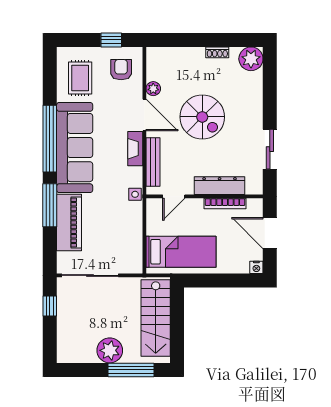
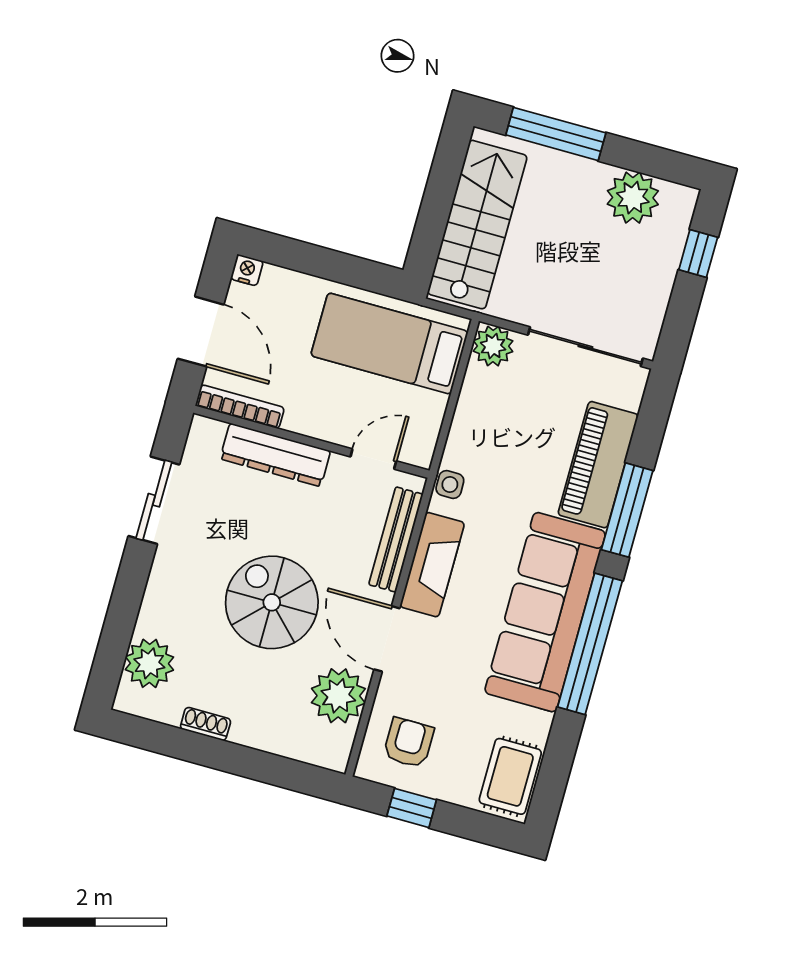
plant: (251, 59) -> (149, 663), moved
armchair: (121, 70) -> (409, 743), turned 180
rug: (80, 78) -> (510, 776), moved
plant: (153, 89) -> (338, 696), width x1.87, depth x1.87
fireplace: (135, 149) -> (432, 565), width x1.37, depth x1.32
bookcase: (225, 203) -> (240, 407), moved
plant: (133, 264) -> (493, 346), added
window: (50, 306) -> (698, 254), moved
plant: (110, 350) -> (633, 198), moved

